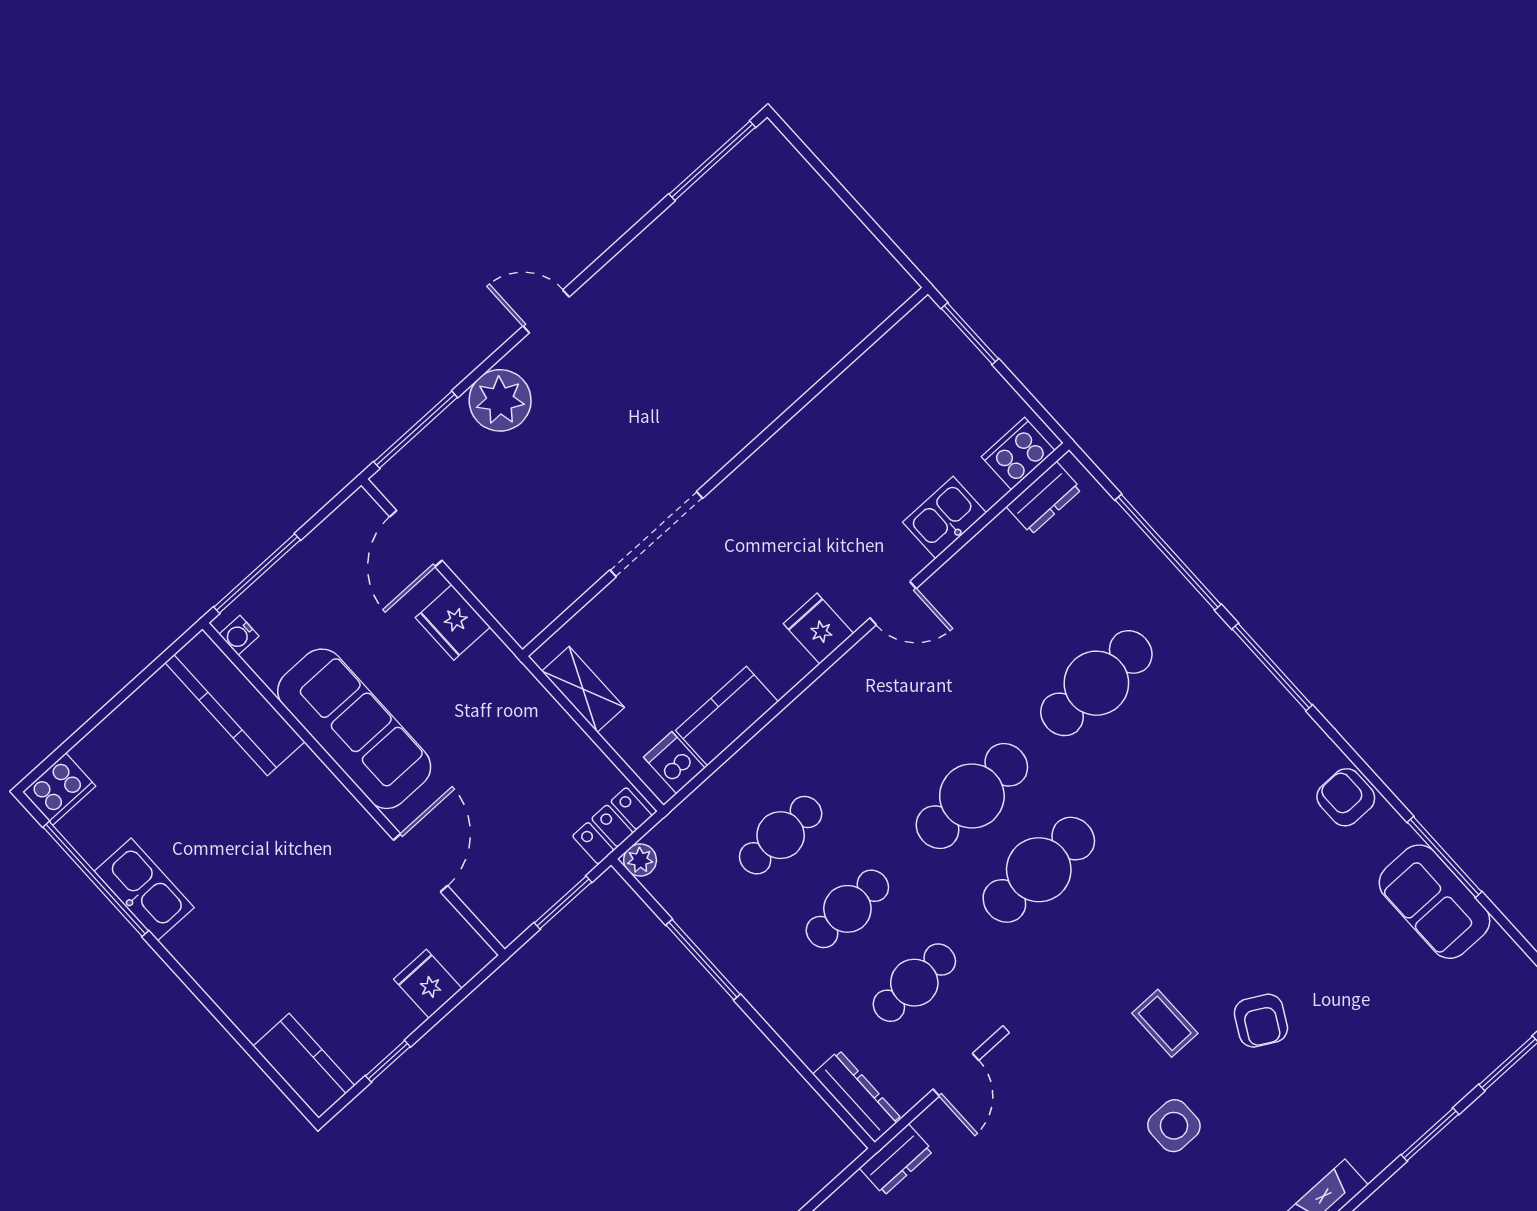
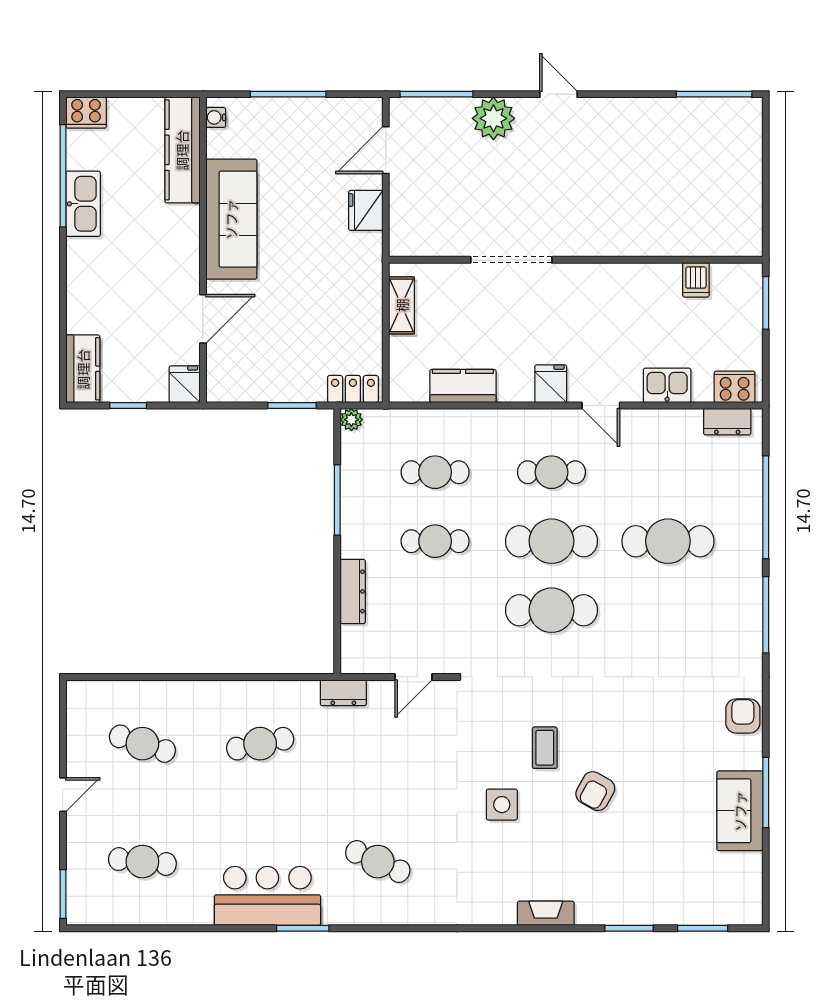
water cooler: (239, 635) -> (216, 117), moved
kitchen counter: (235, 702) -> (182, 150), moved
sofa: (354, 729) -> (231, 219), moved
dishwasher: (674, 763) -> (696, 280), moved, turned 180
wall: (354, 789) -> (203, 250), moved
door: (421, 863) -> (203, 319), moved
cafe table: (914, 983) -> (551, 472), moved
dresser: (857, 1096) -> (353, 591), moved

